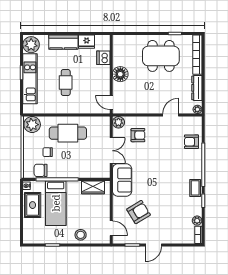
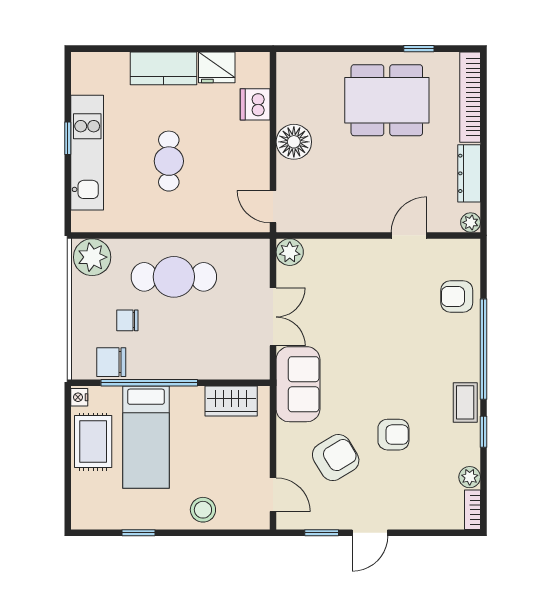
plant: (31, 45) -> (90, 74), removed
armchair: (138, 135) -> (393, 435), moved

